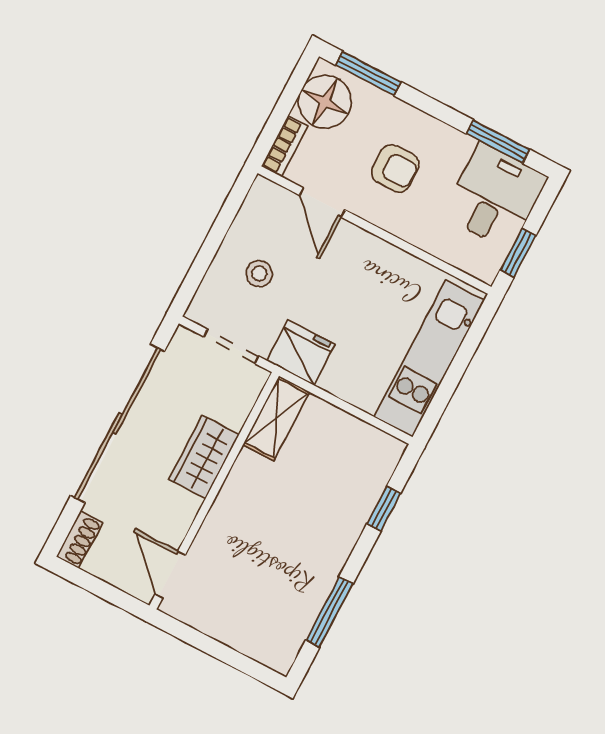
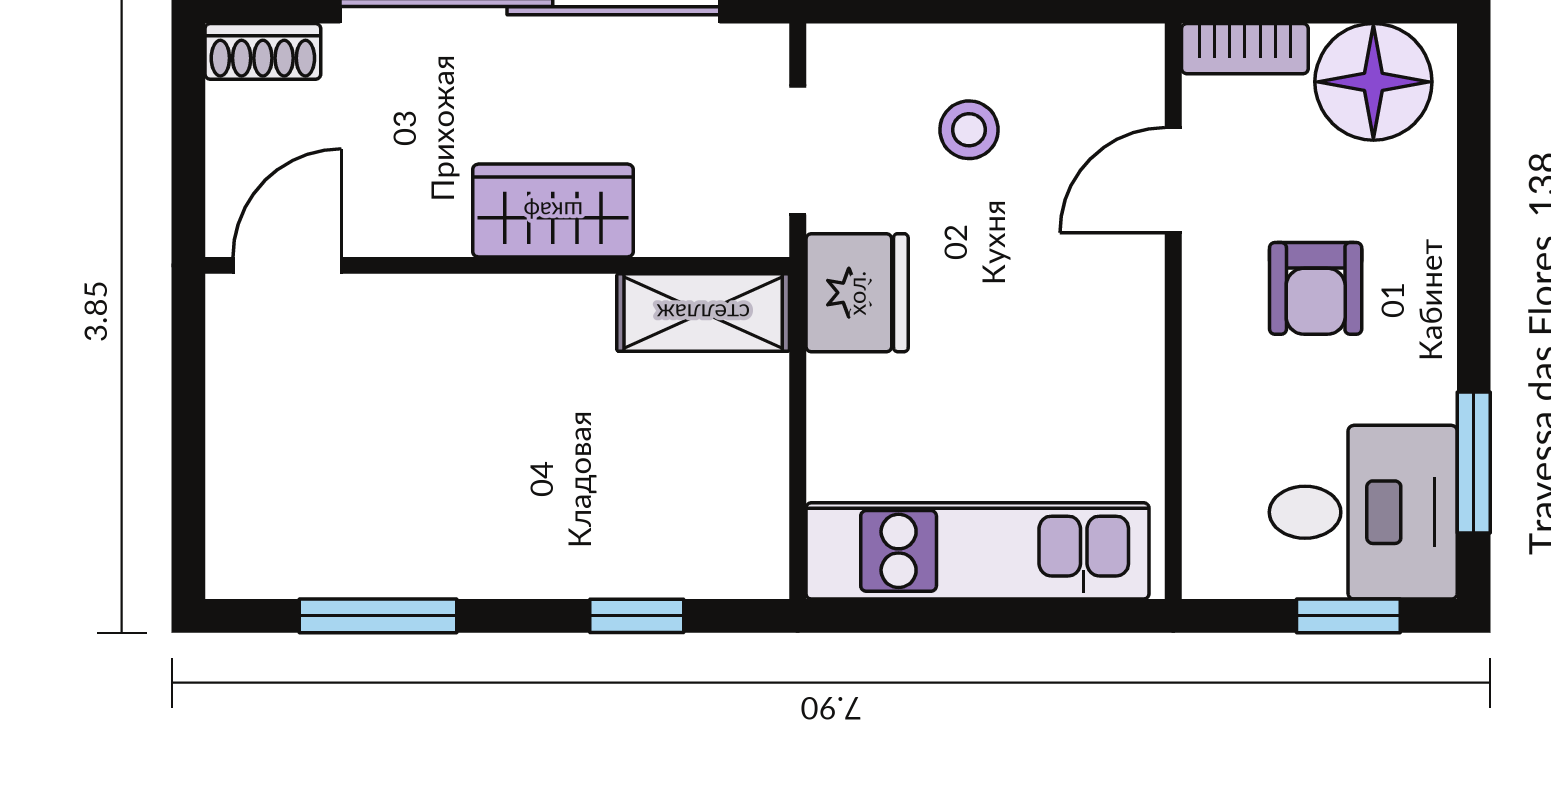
window: (368, 74) -> (1474, 138), removed
window: (518, 253) -> (1348, 616), moved

